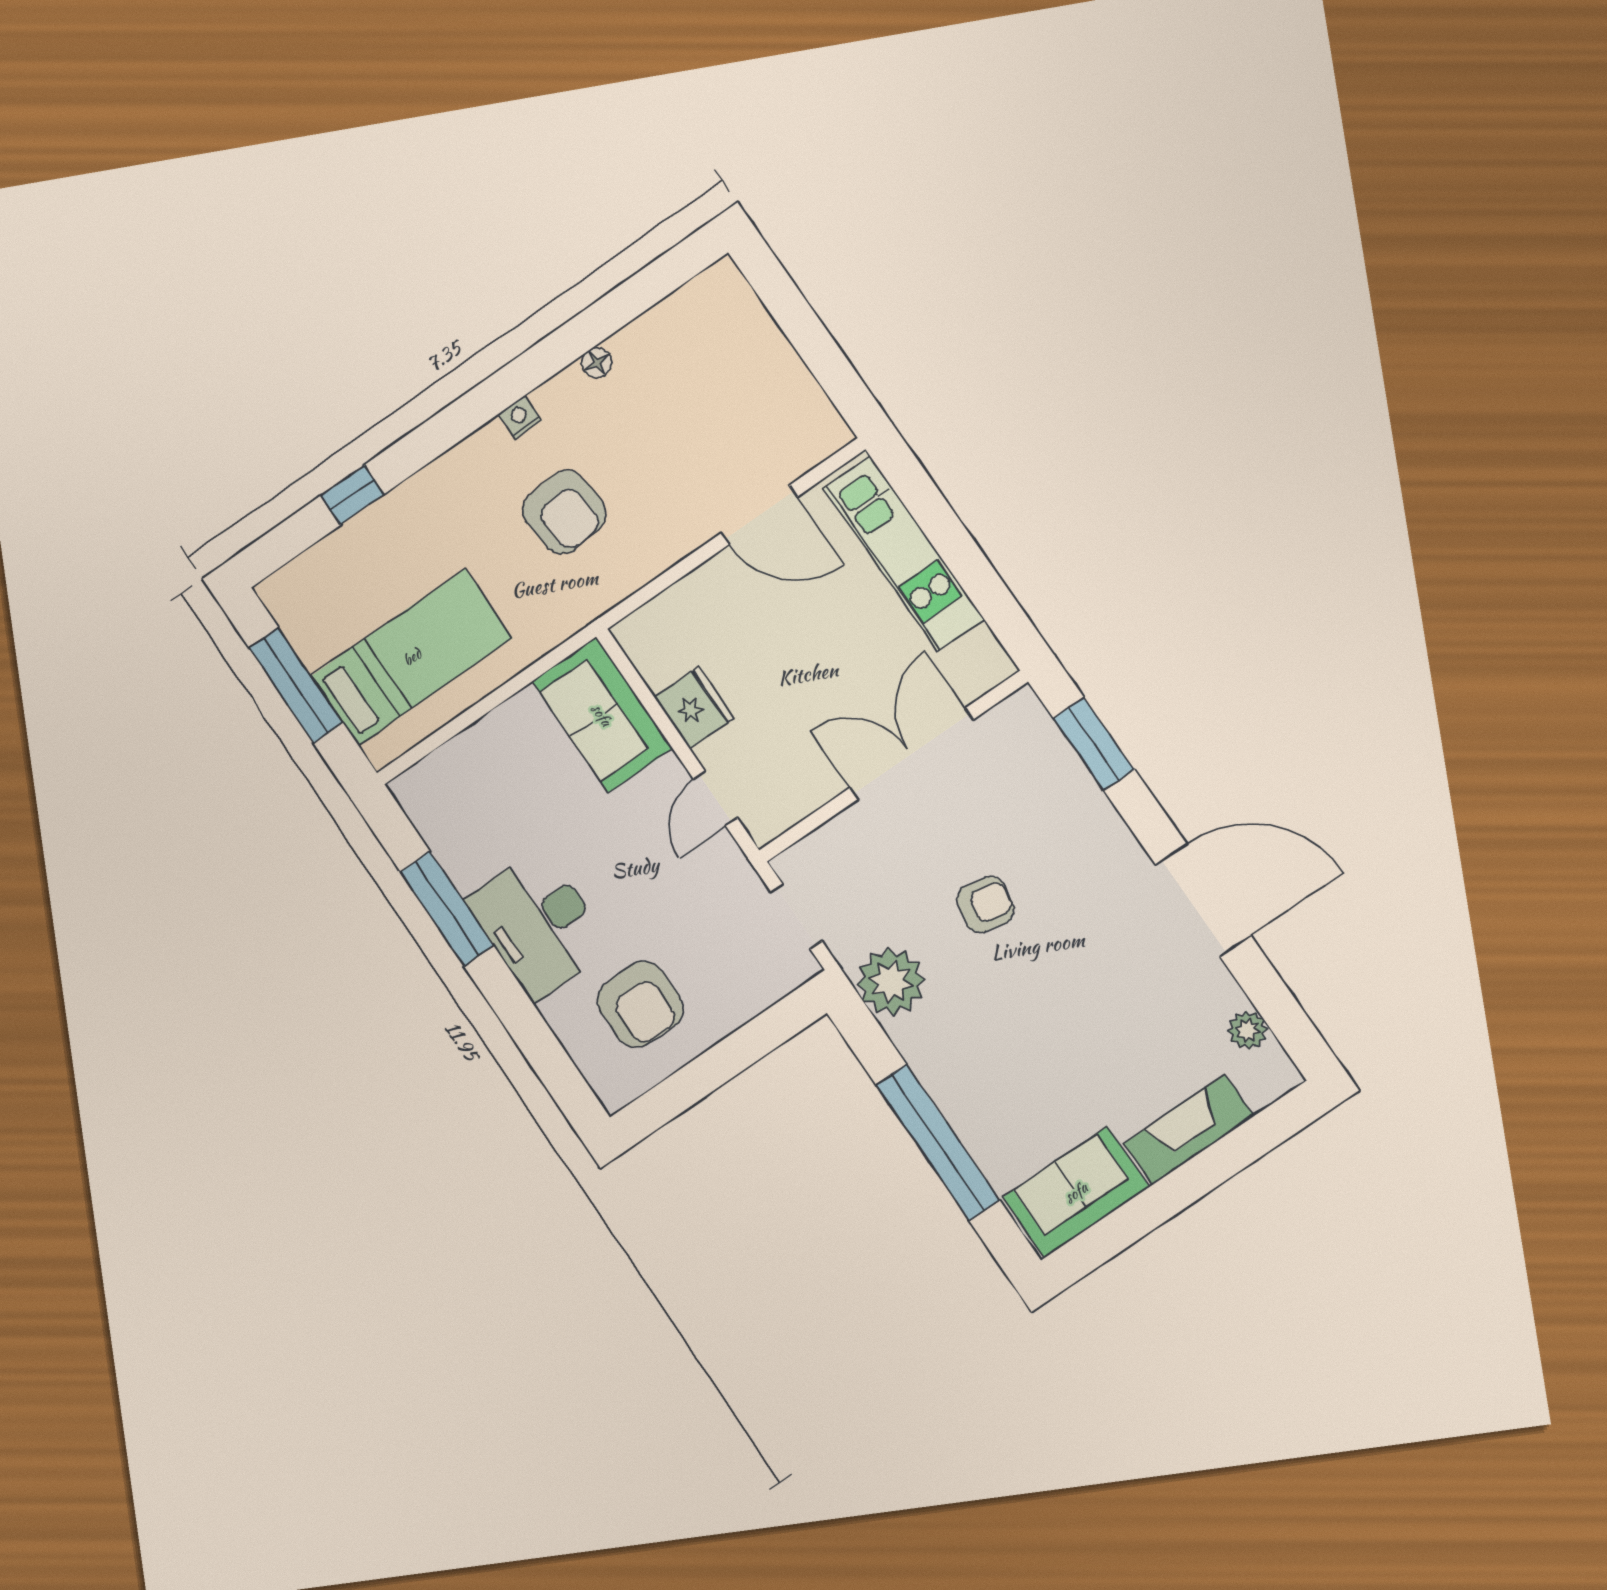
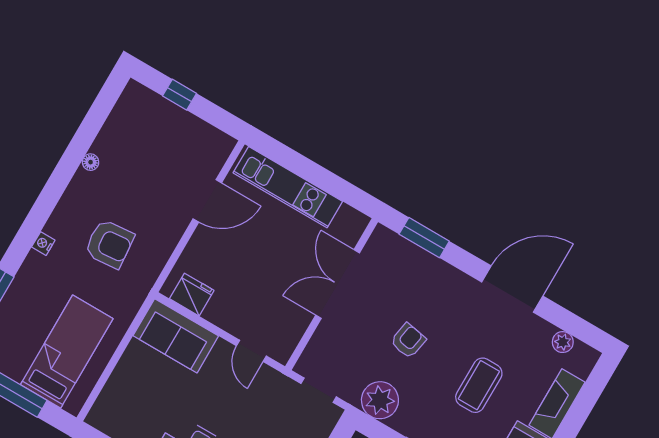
window: (796, 317) -> (180, 95), added
nightstand: (520, 417) -> (43, 244), moved
fridge: (694, 708) -> (192, 295), moved
coffee table: (1070, 1036) -> (479, 385), added

